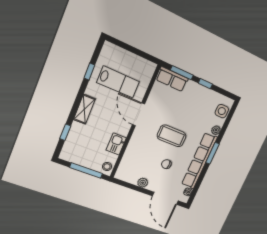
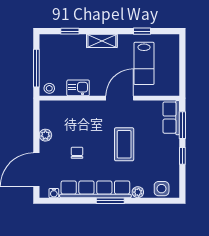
coffee table: (172, 136) -> (124, 144), moved

